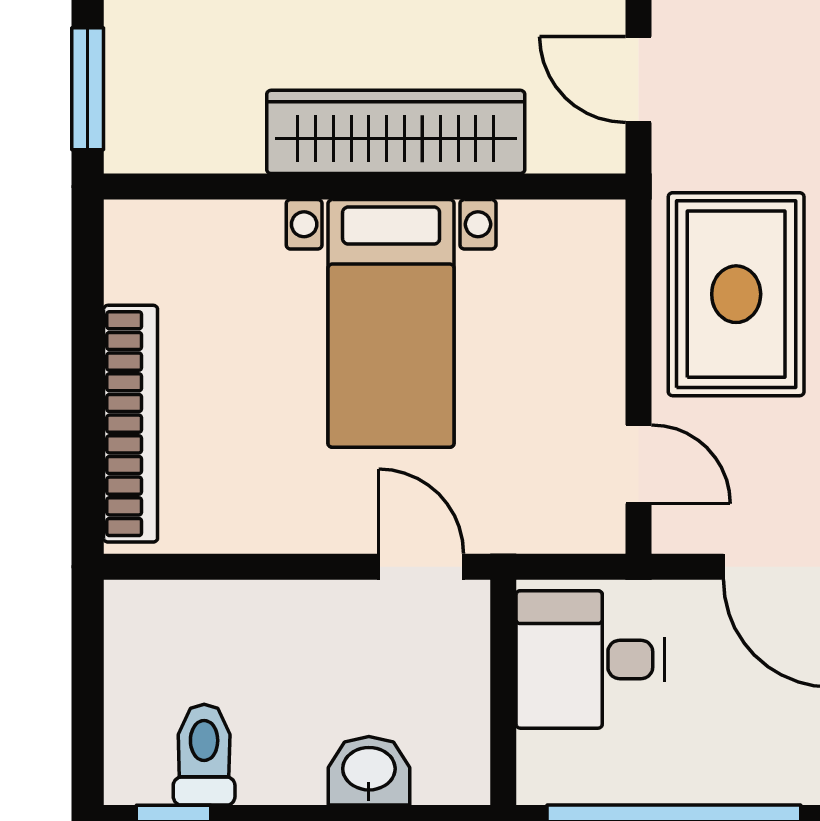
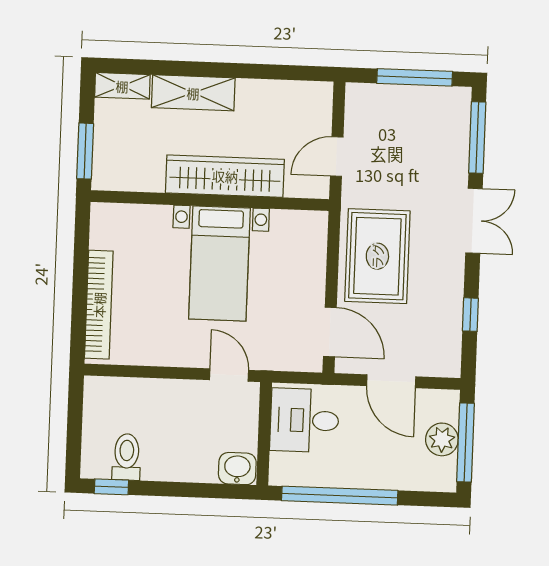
door: (639, 80) -> (337, 157), hinge flipped
door: (639, 464) -> (330, 332), width x1.38
washbasin: (369, 771) -> (237, 469), moved

